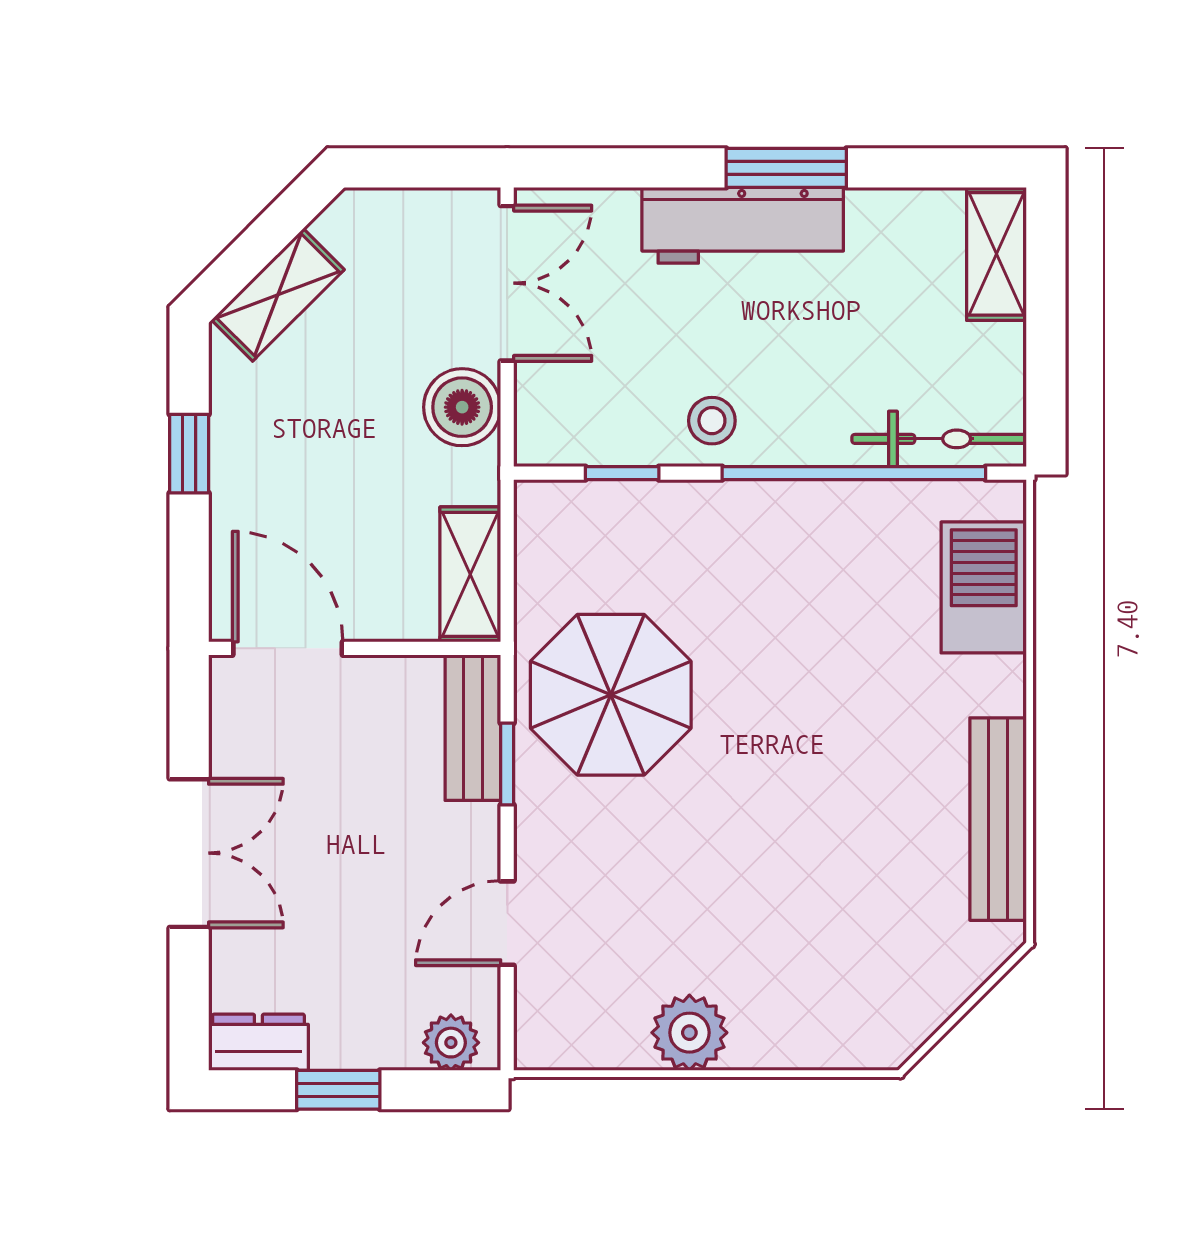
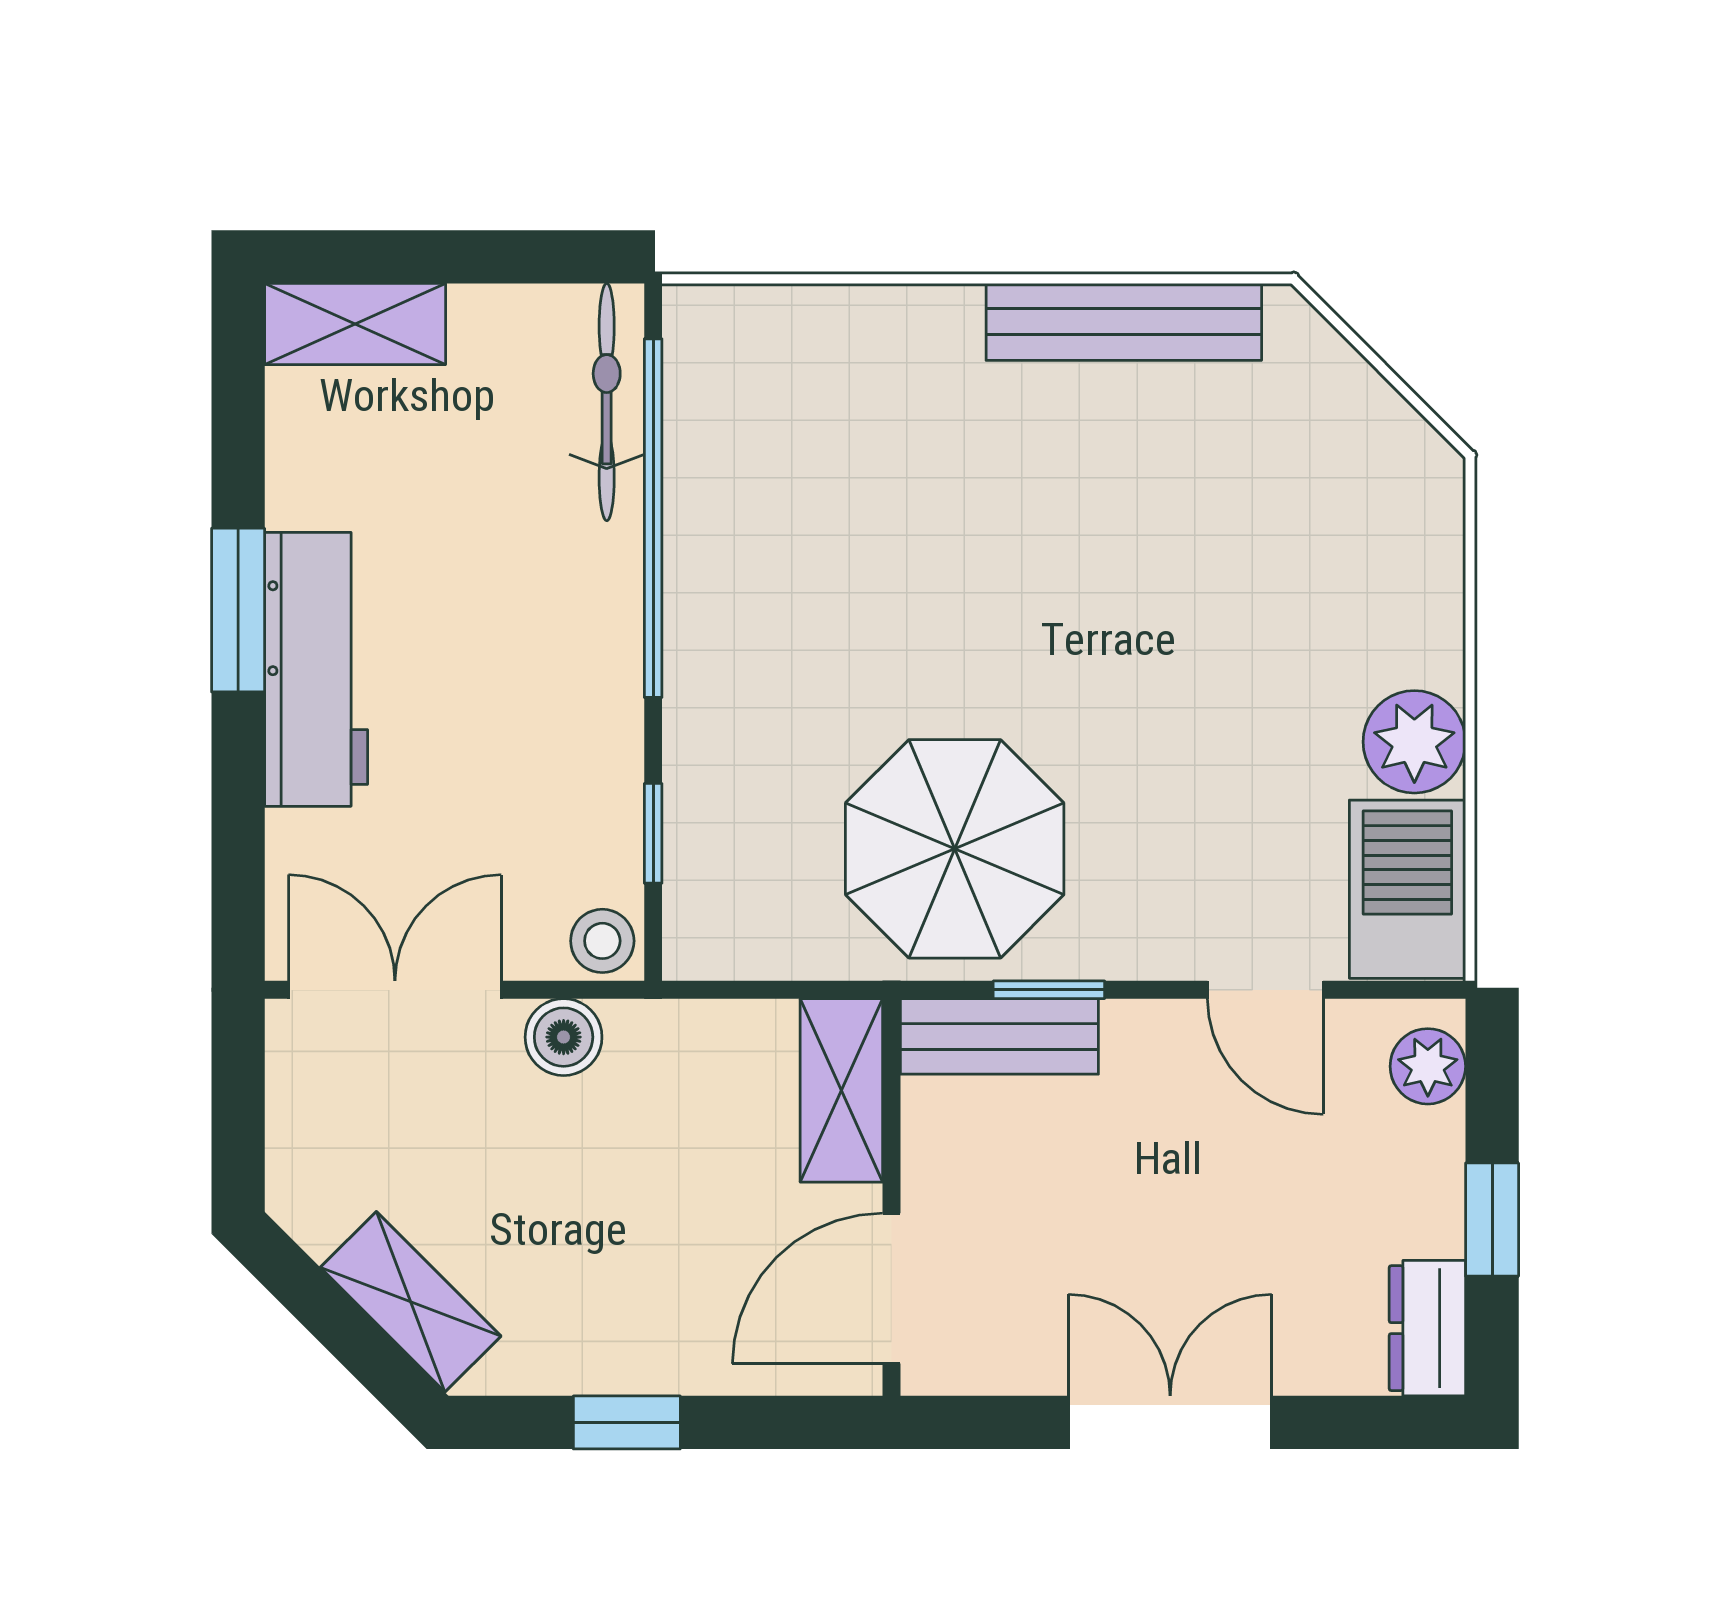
boiler: (462, 407) -> (564, 1037), width x0.73, depth x0.73
stool: (712, 421) -> (602, 941), moved
shelving: (470, 574) -> (841, 1090), moved, turned 90
barbecue: (984, 587) -> (1407, 889), moved, turned 90

